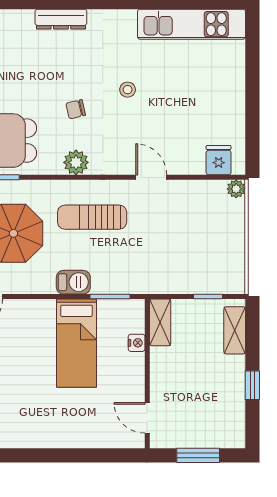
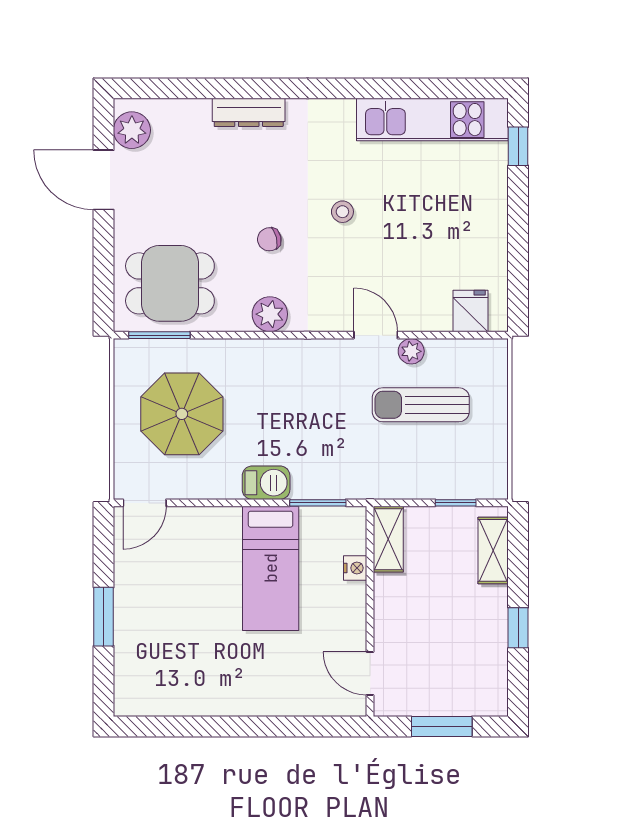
window: (252, 43) -> (518, 146), added
plant: (236, 189) -> (411, 351), moved
sun lounger: (92, 217) -> (421, 405), moved

